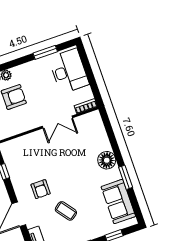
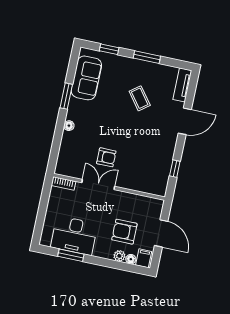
desk: (69, 71) -> (74, 235), moved, turned -90
floor lamp: (107, 160) -> (69, 126), width x0.53, depth x0.53
armchair: (41, 189) -> (106, 157), moved, turned 90

